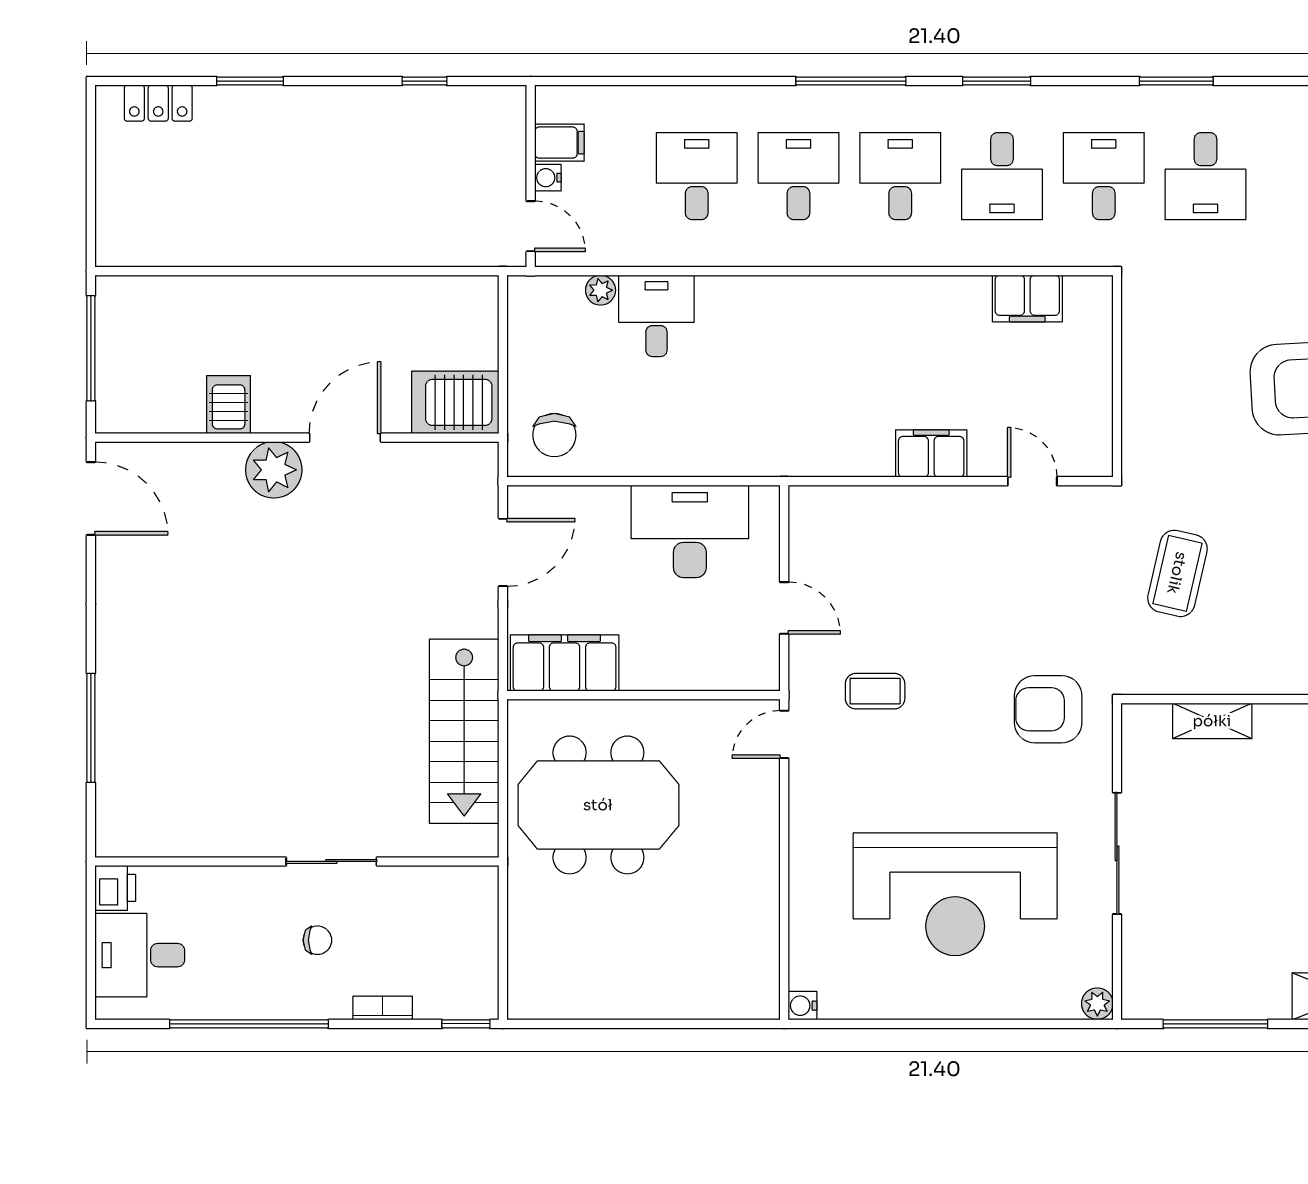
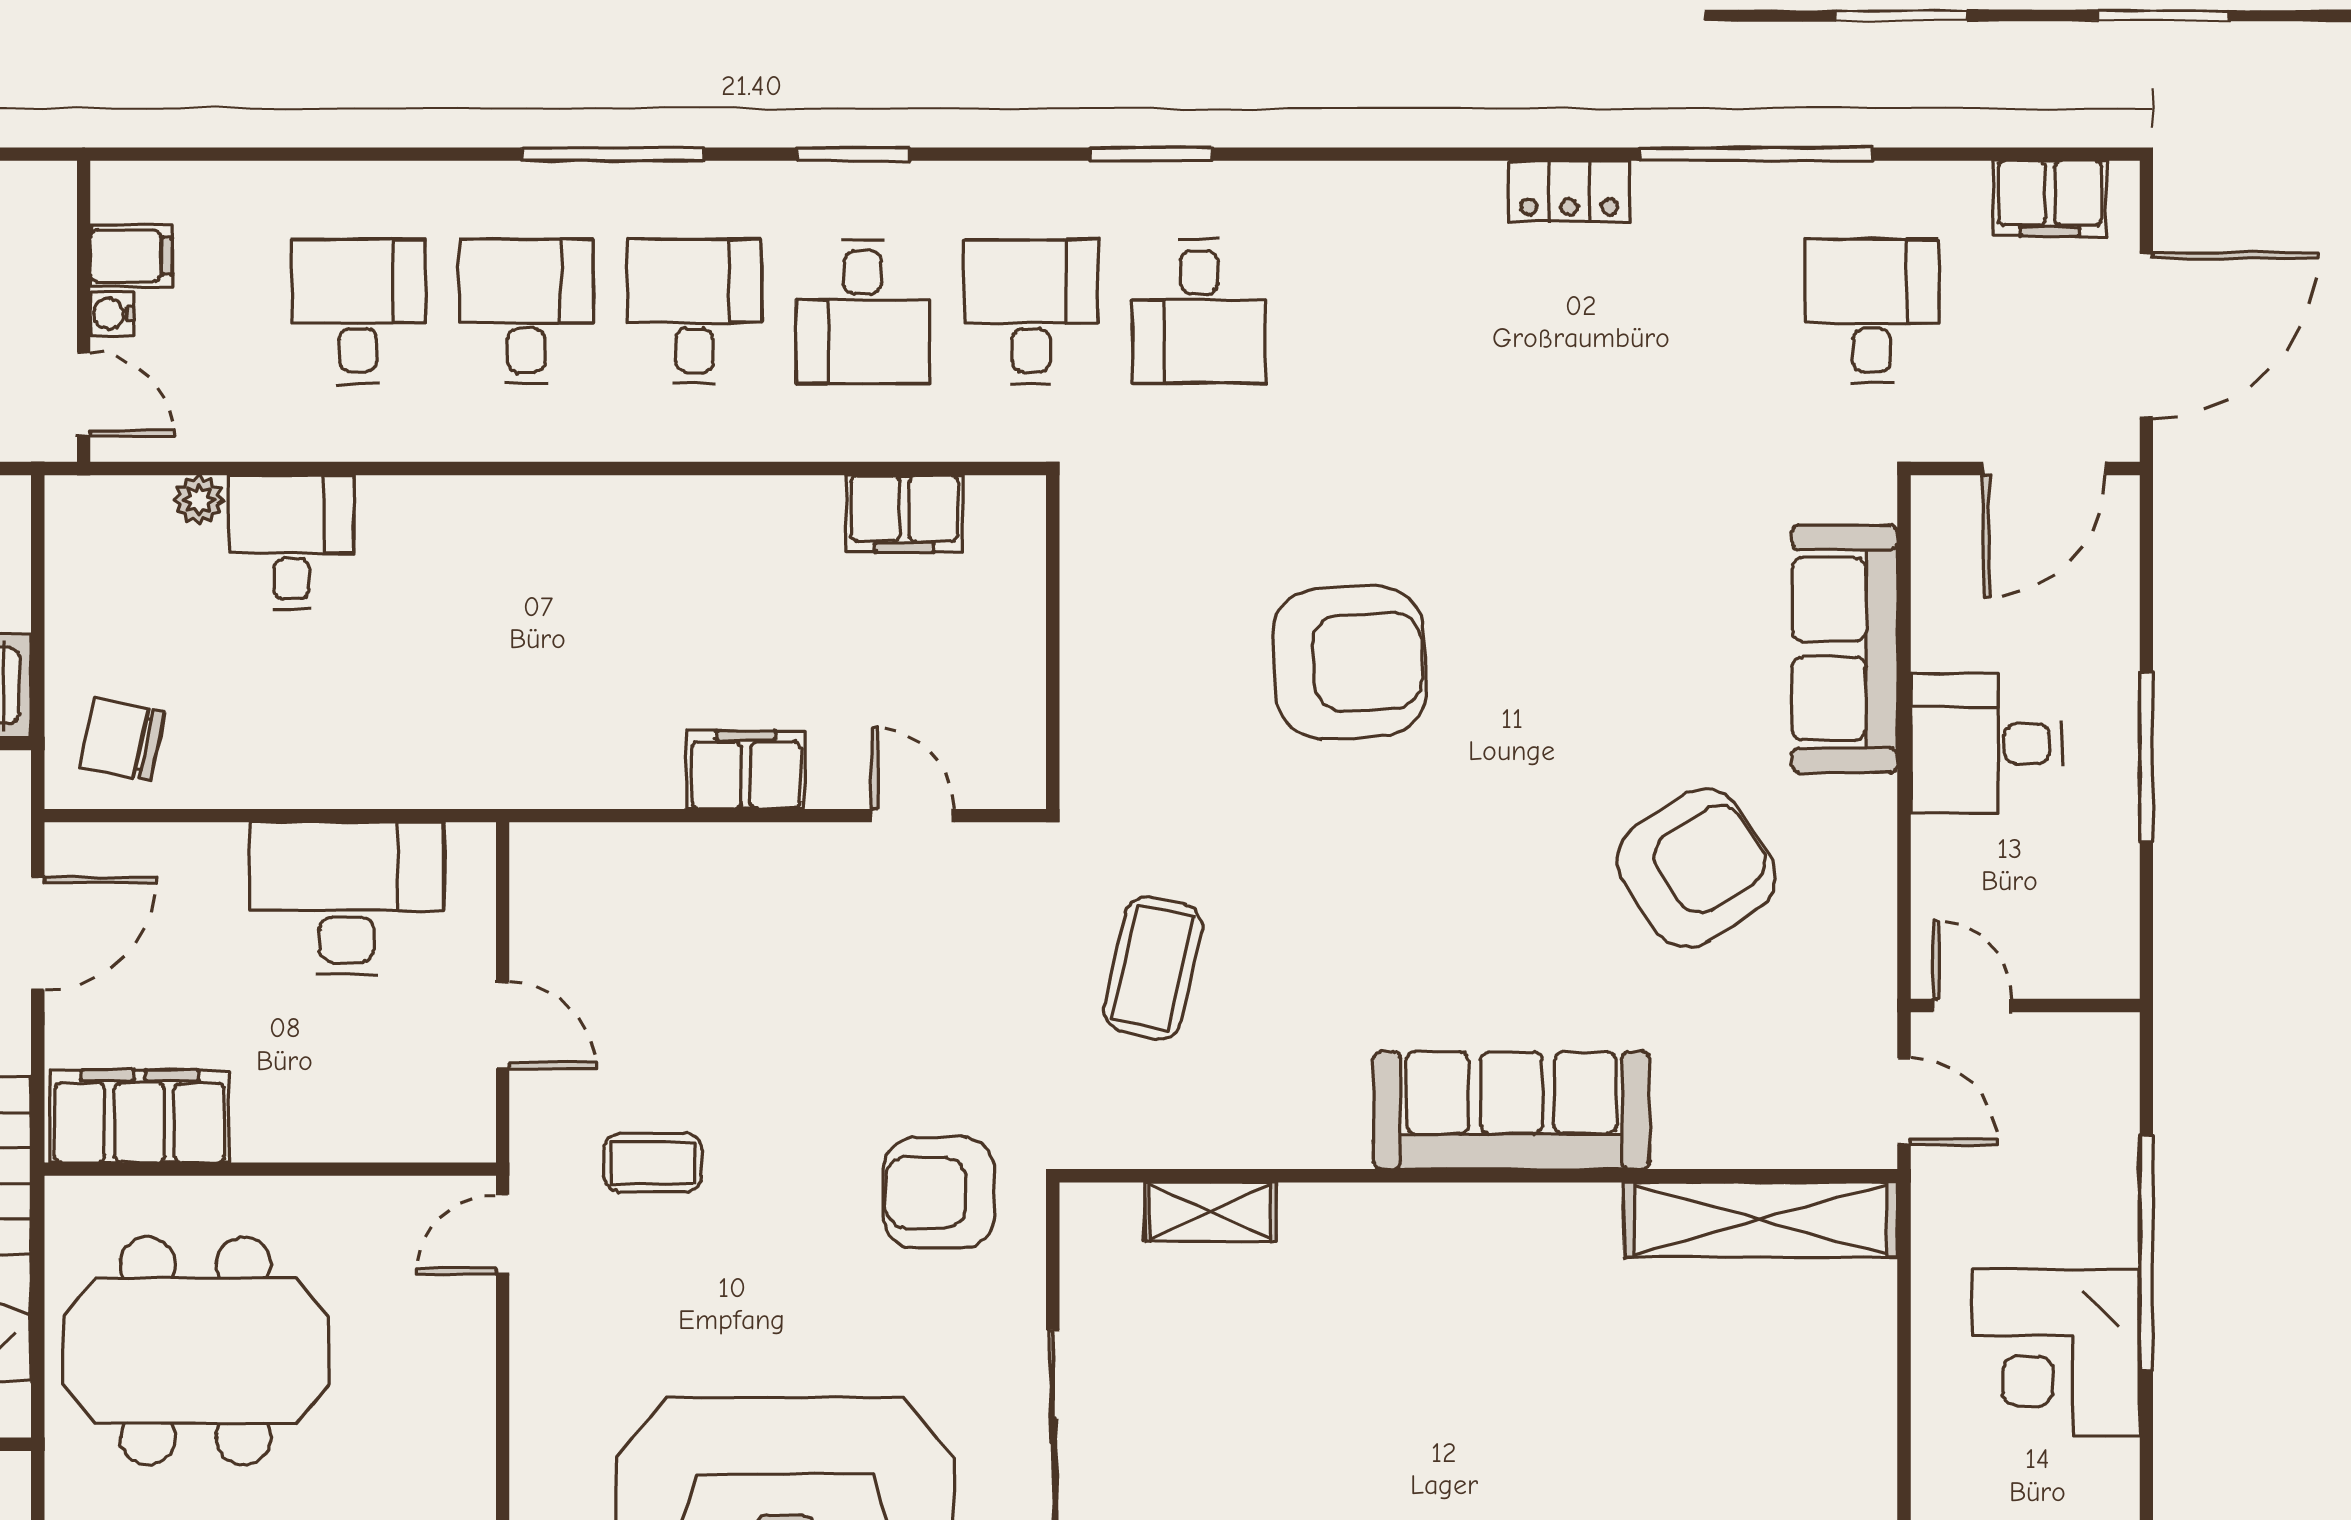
chair: (554, 435) -> (123, 739), turned 102

